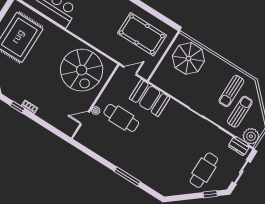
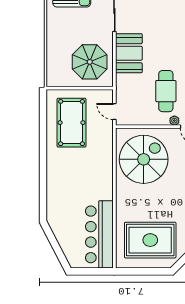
parasol: (188, 58) -> (90, 62), moved
booth: (150, 98) -> (129, 53), moved

